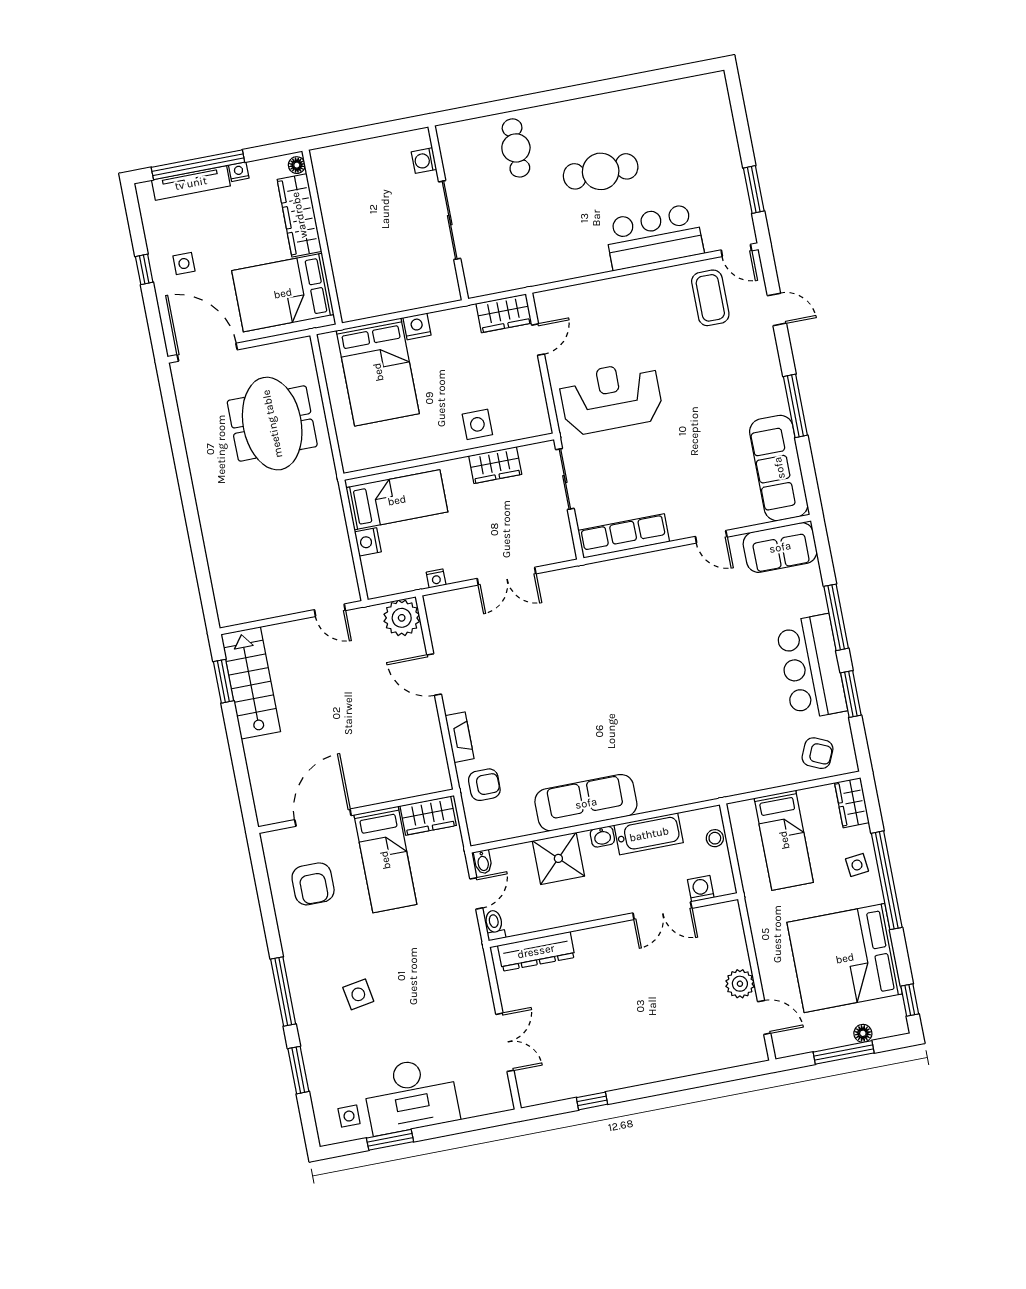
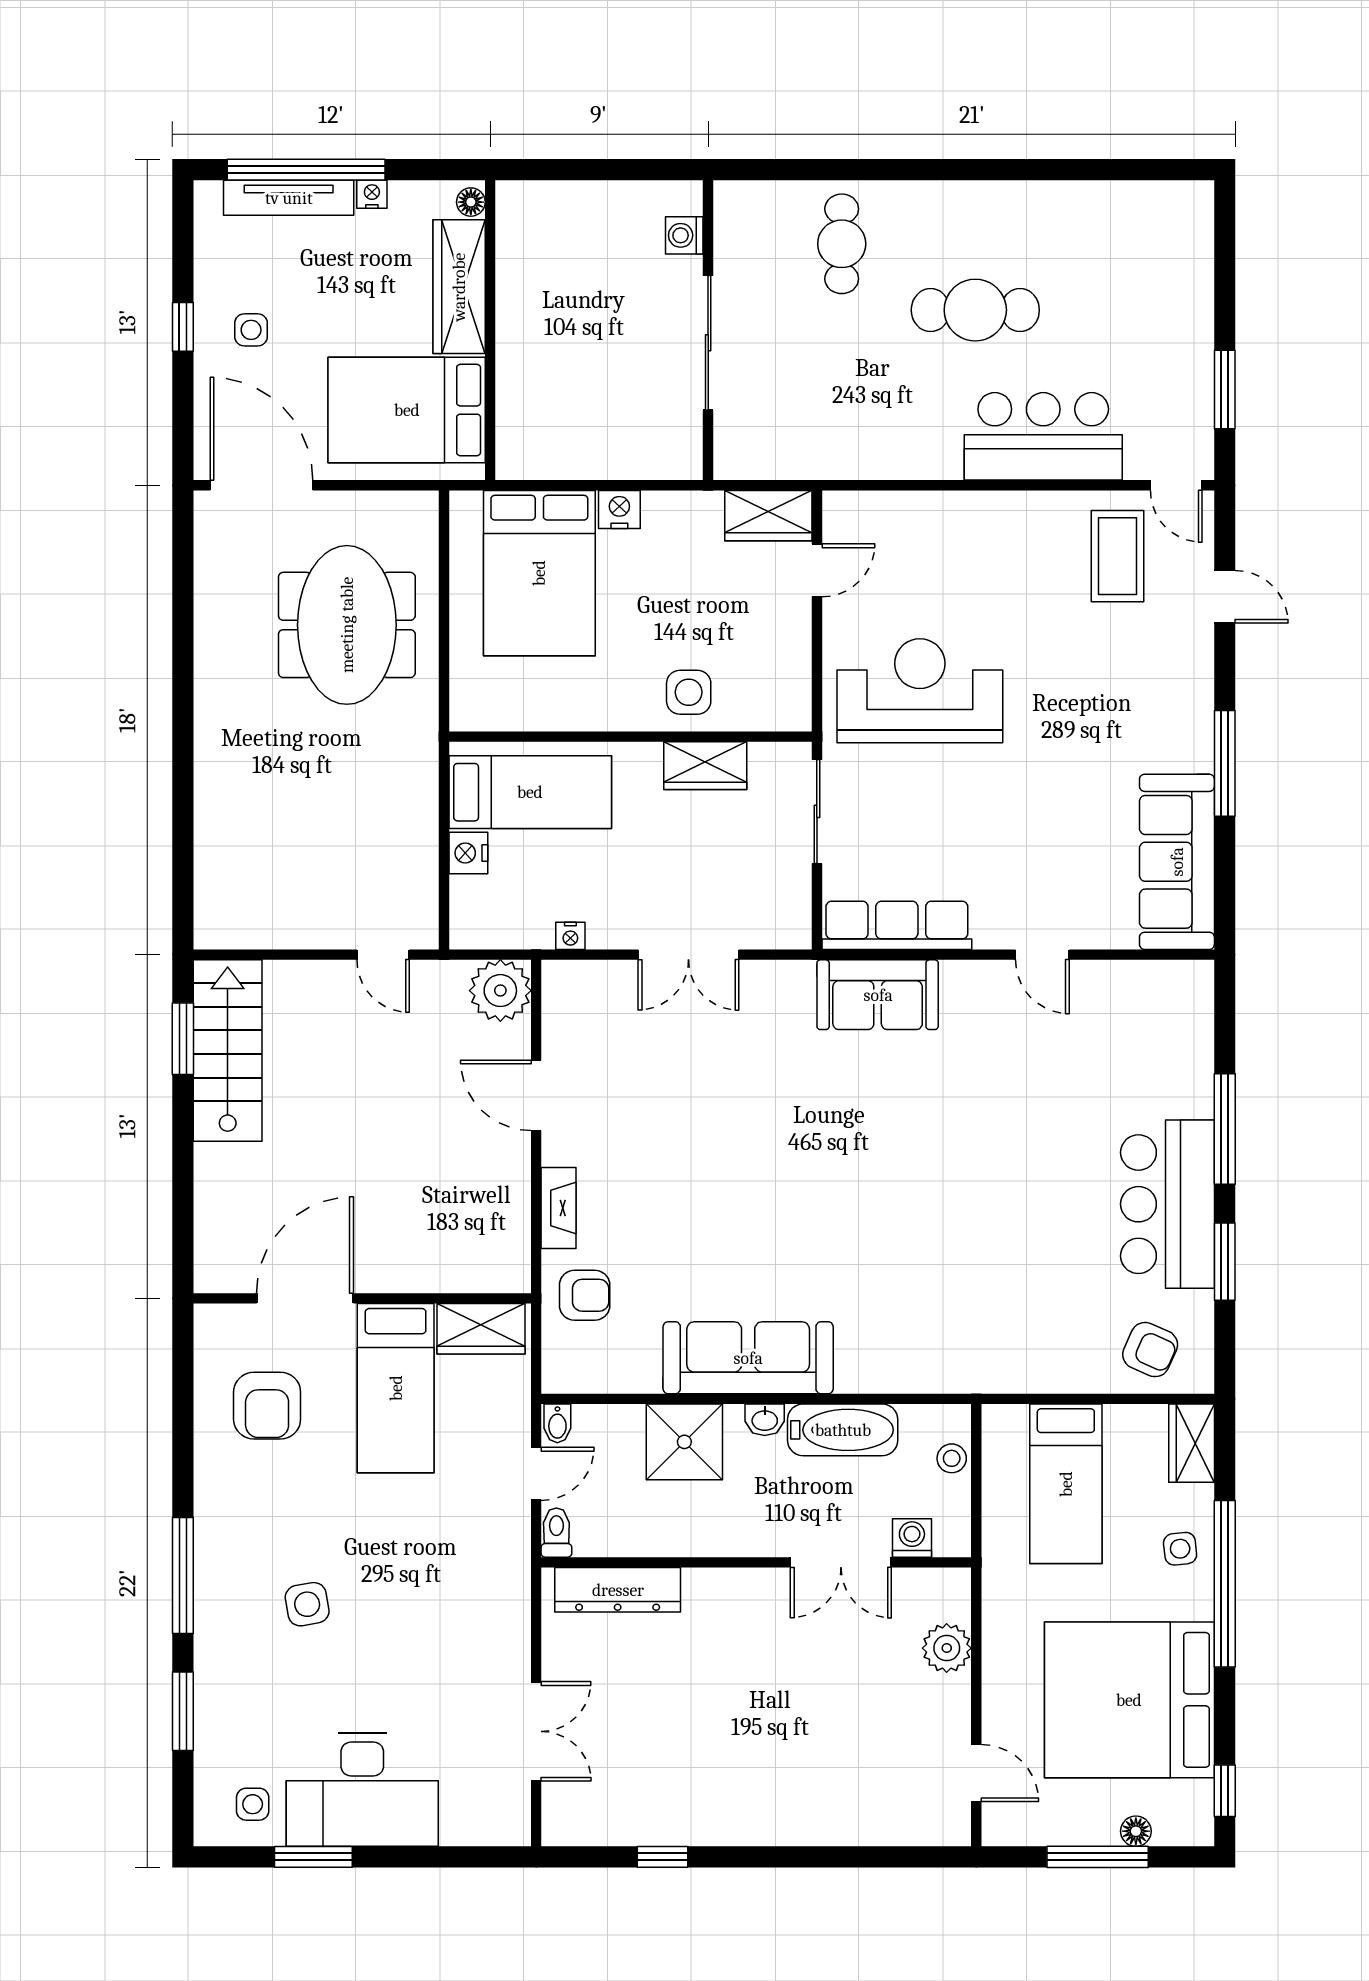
sofa: (780, 547) -> (878, 995), moved
plant: (740, 984) -> (947, 1648), moved

